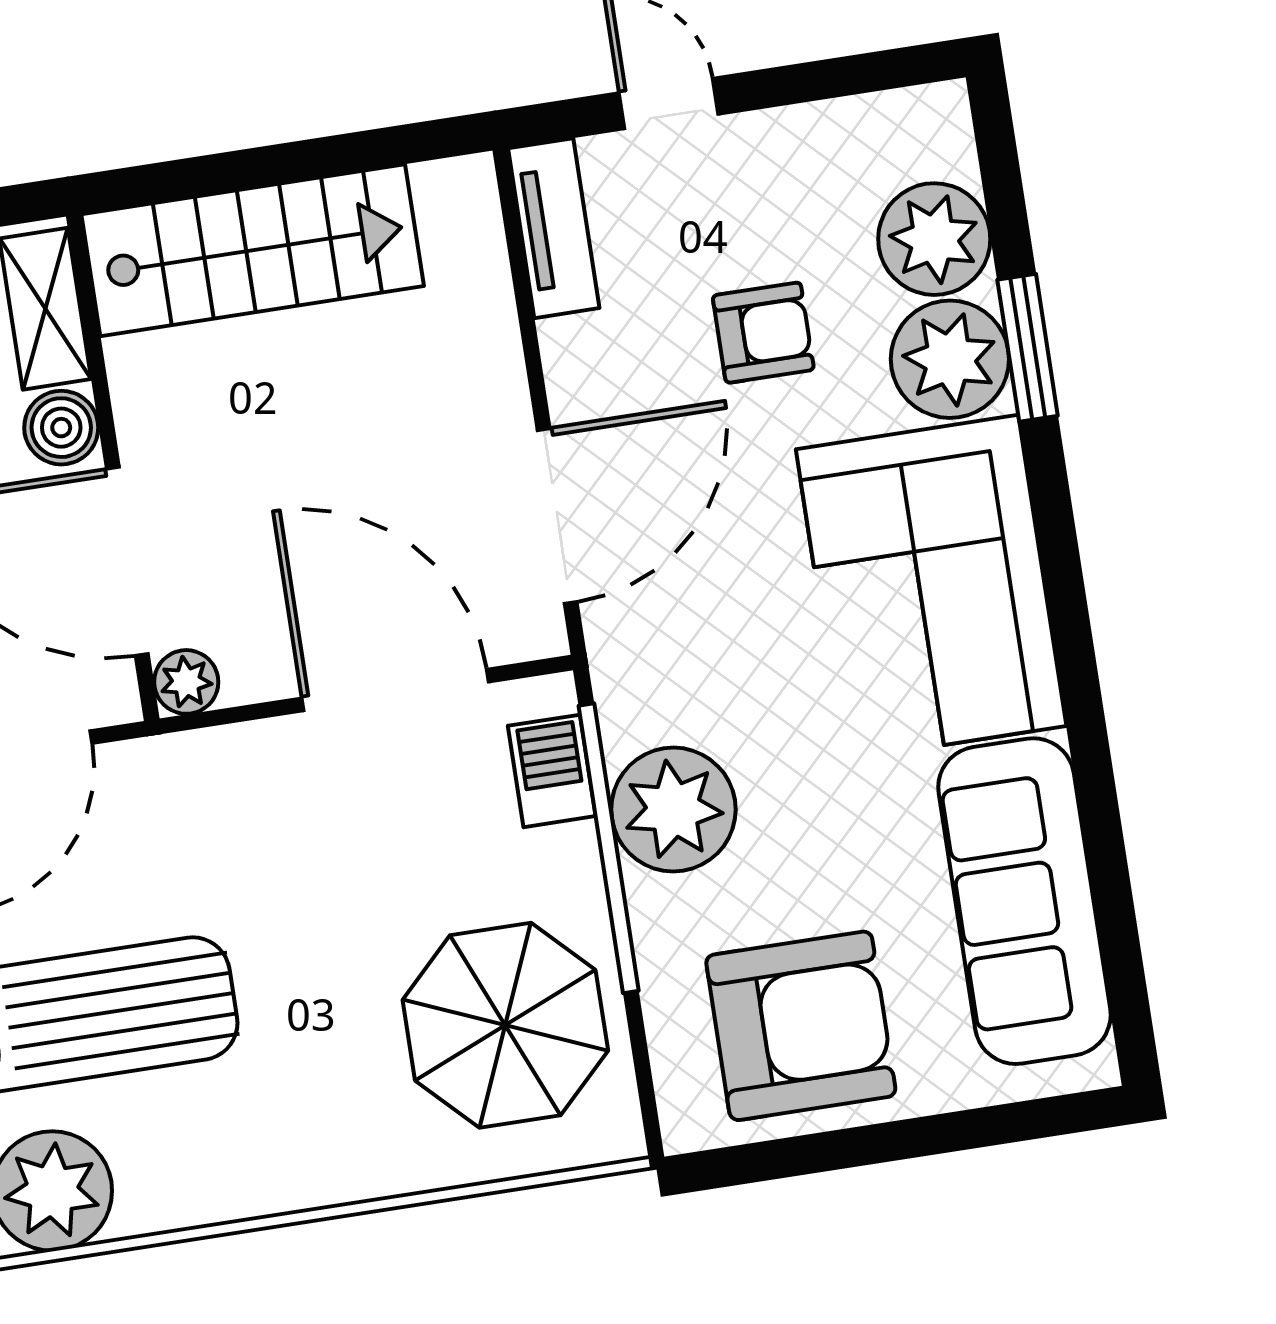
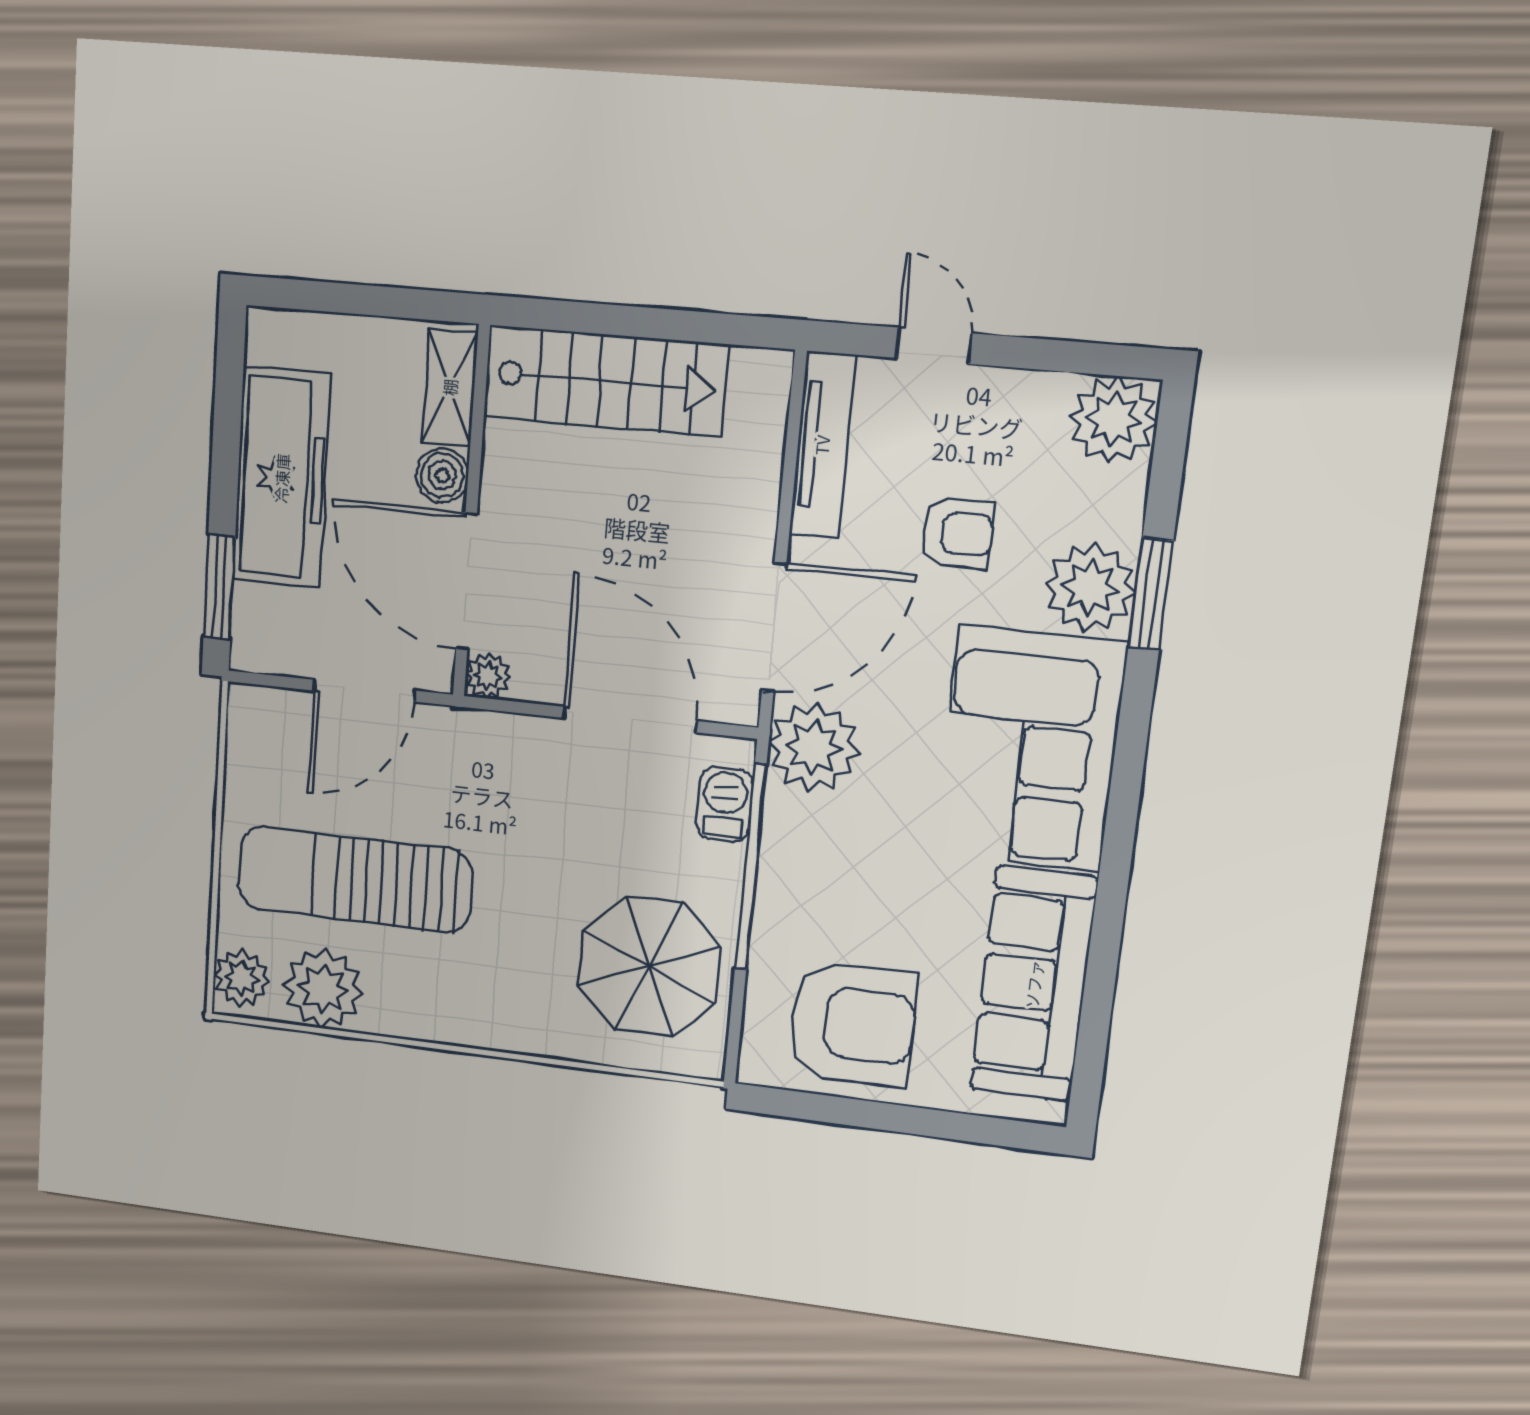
tv unit: (554, 228) -> (822, 445), width x1.41
plant: (934, 239) -> (1114, 420), moved
plant: (673, 810) -> (814, 747), moved

